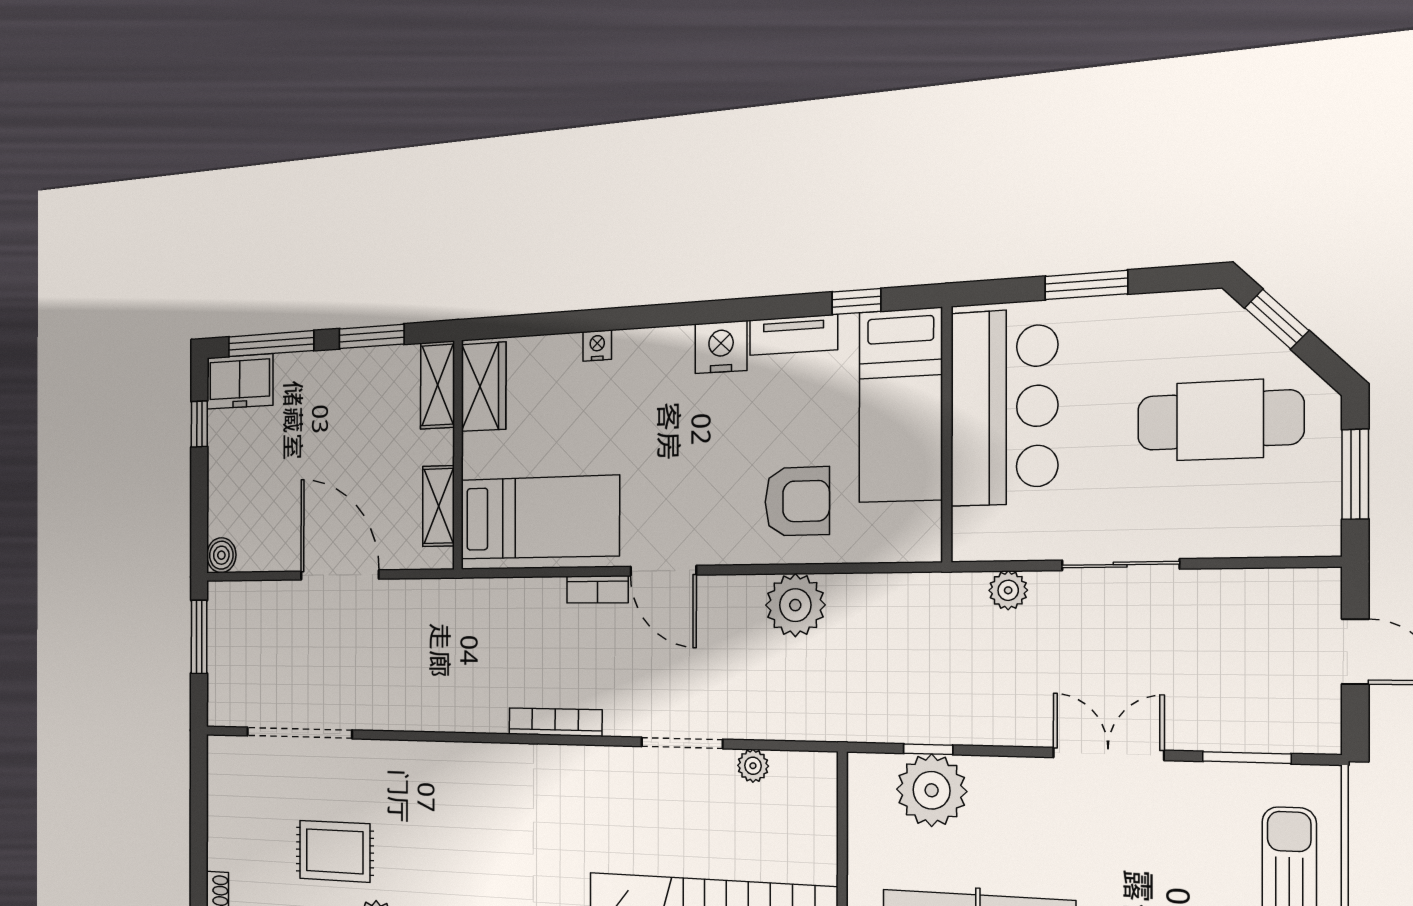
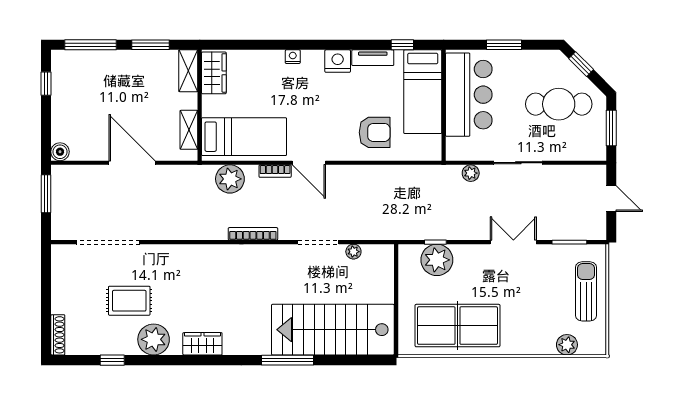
nightstand: (597, 346) -> (293, 57), moved
freezer: (240, 381) -> (71, 63), removed
plant: (795, 605) -> (230, 179), moved

